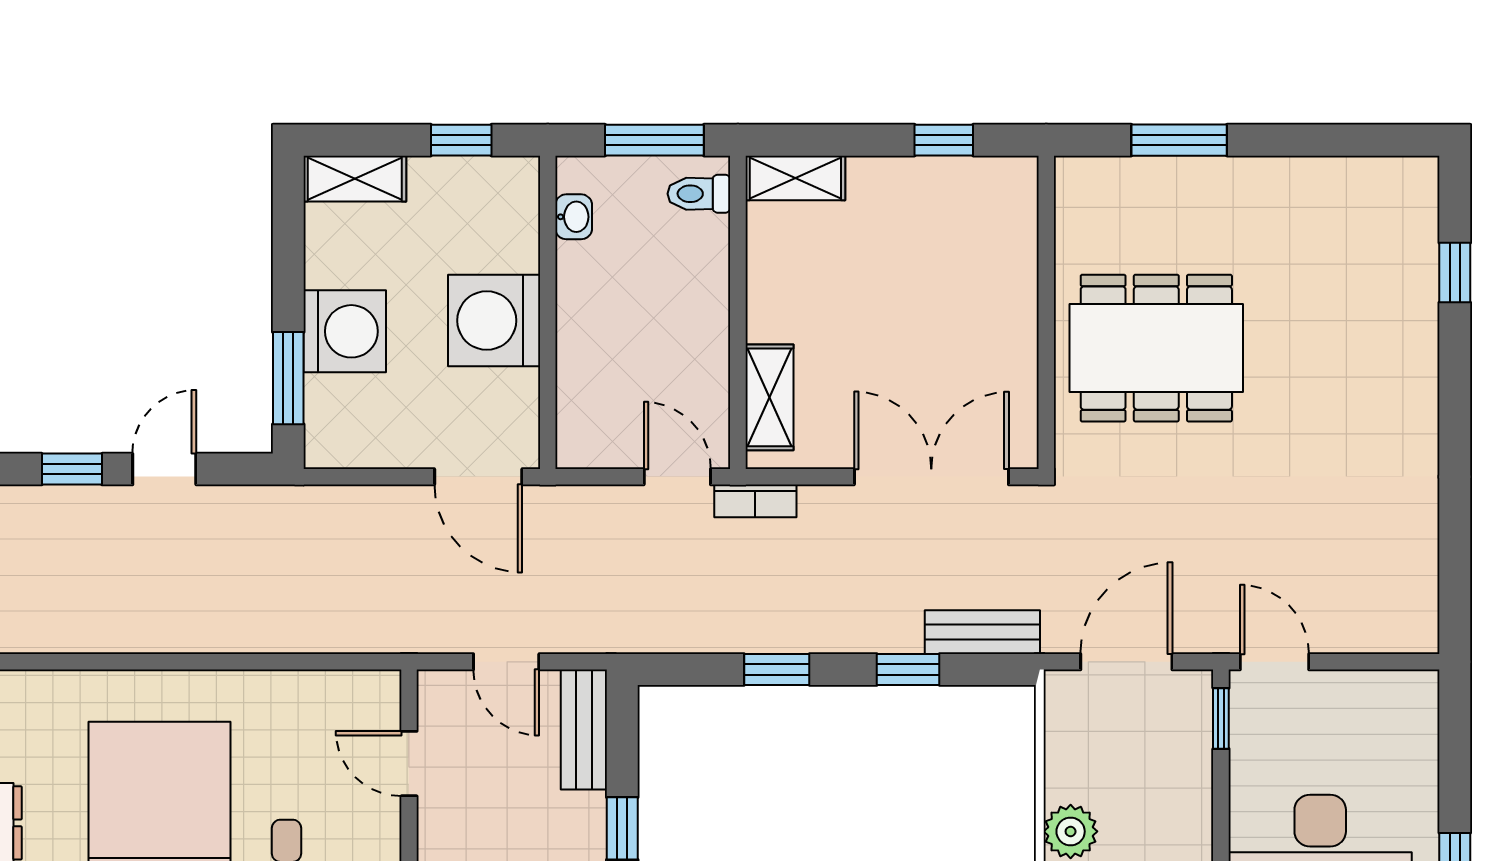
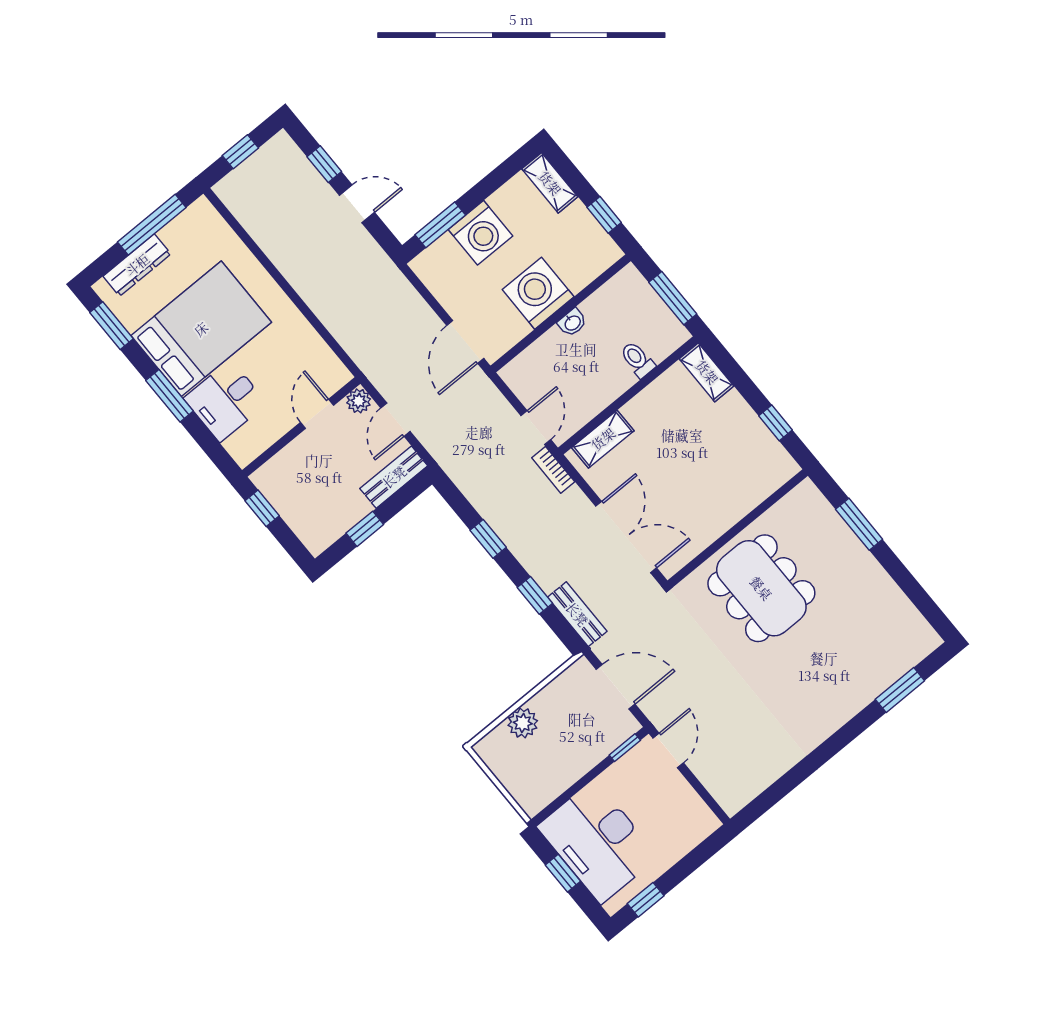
toilet: (699, 194) -> (637, 360), moved
washbasin: (574, 217) -> (572, 323), moved
window: (1455, 273) -> (900, 690), width x1.50
plant: (439, 691) -> (359, 401), added

